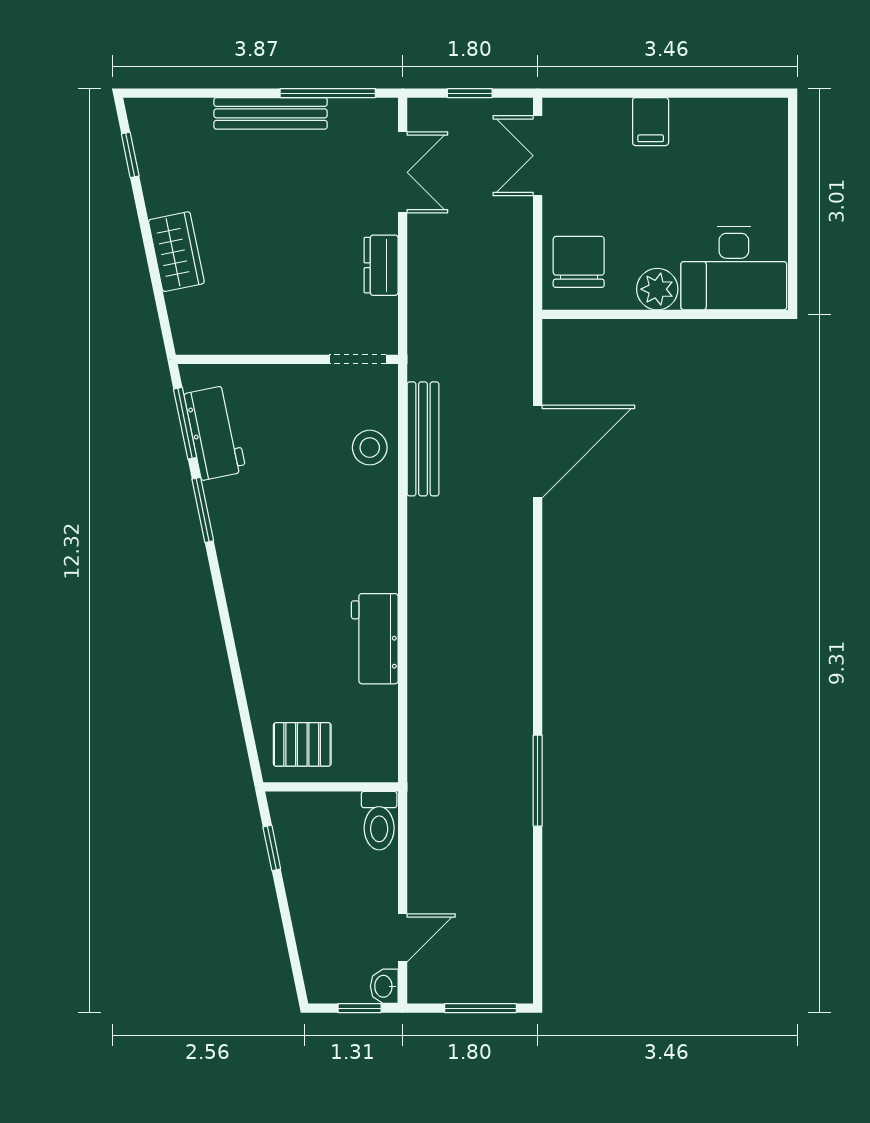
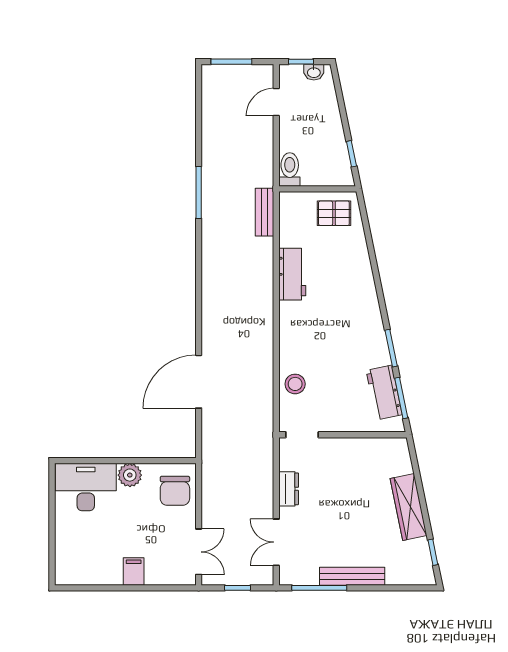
wardrobe: (176, 252) -> (408, 507), width x1.50
bench: (423, 439) -> (264, 212), moved, width x0.73
washbasin: (384, 986) -> (314, 72), moved, turned 90

